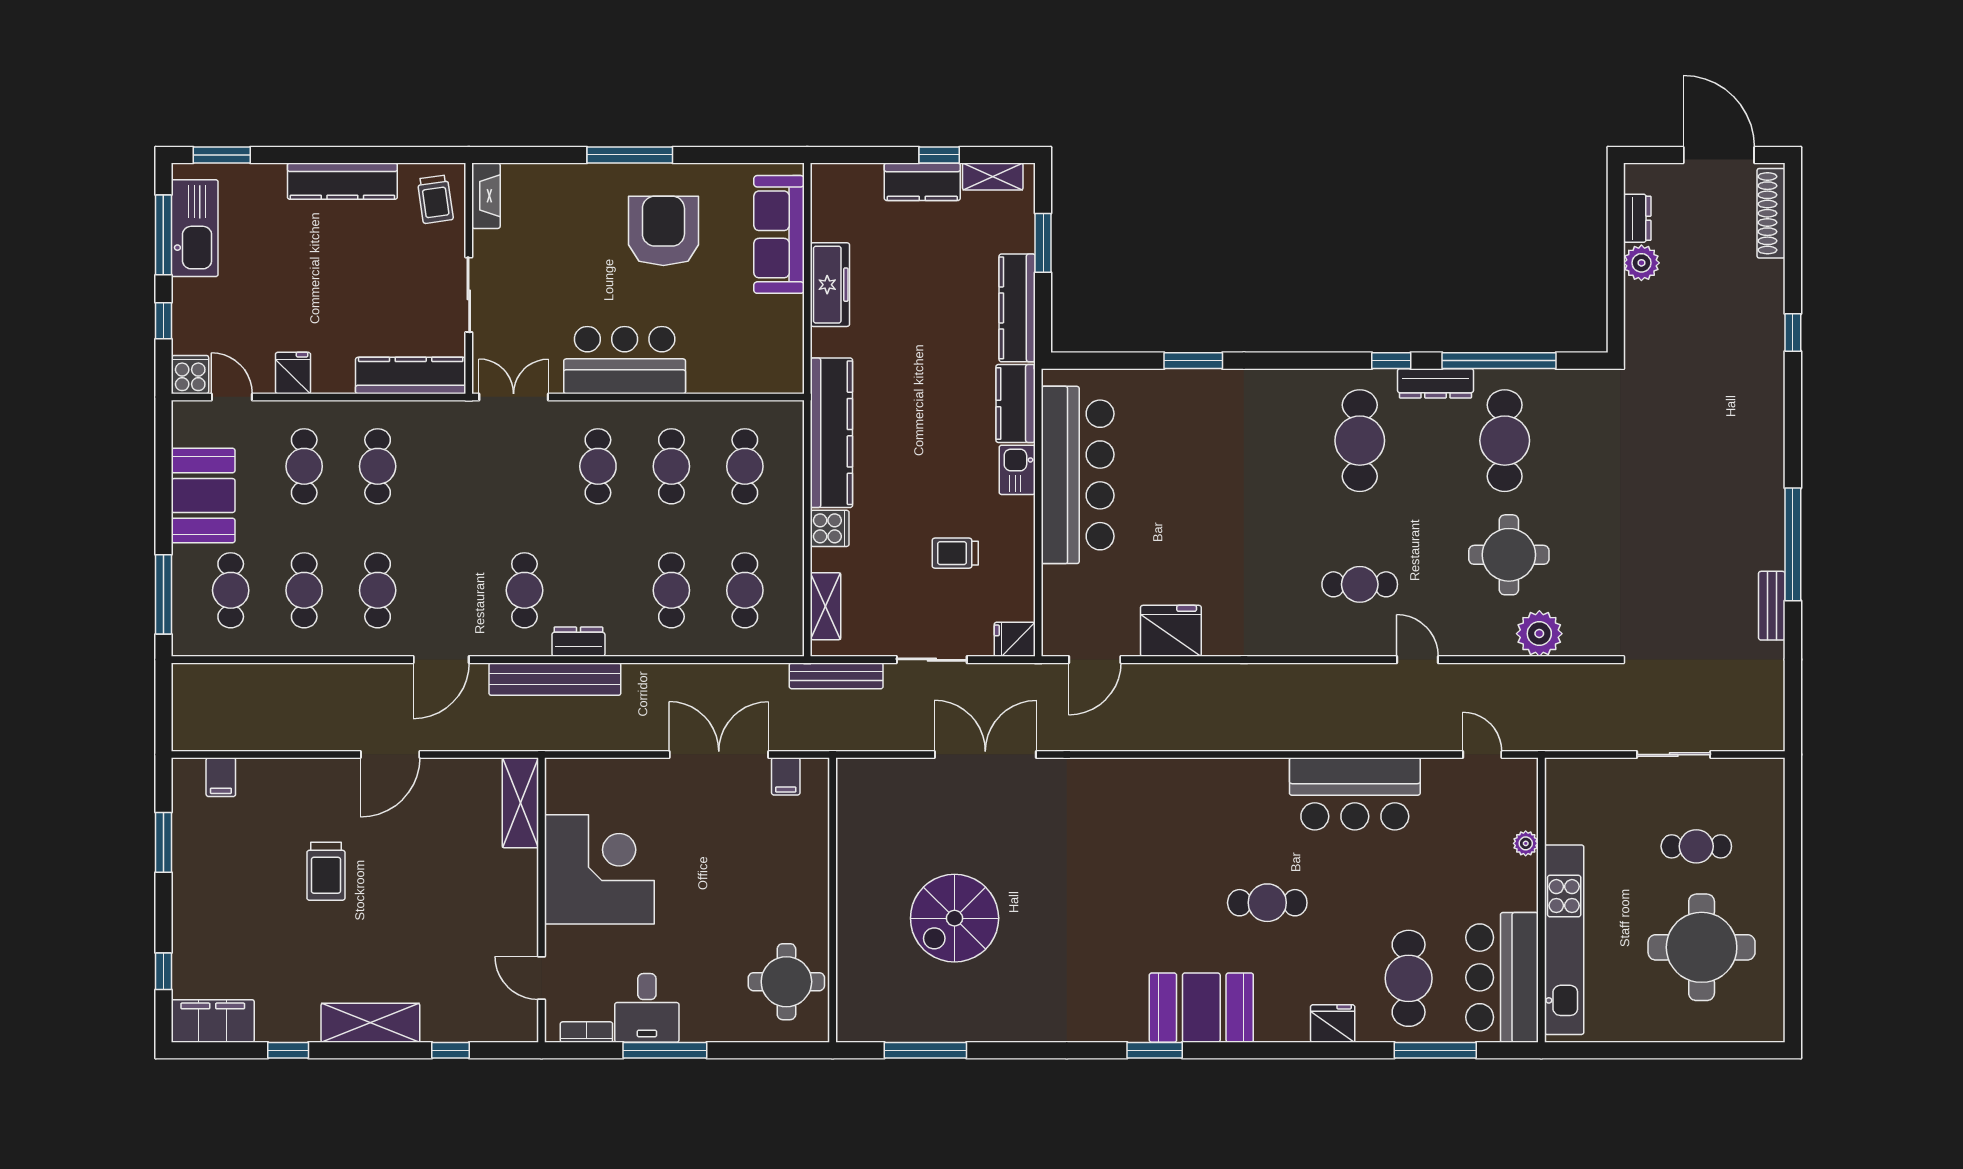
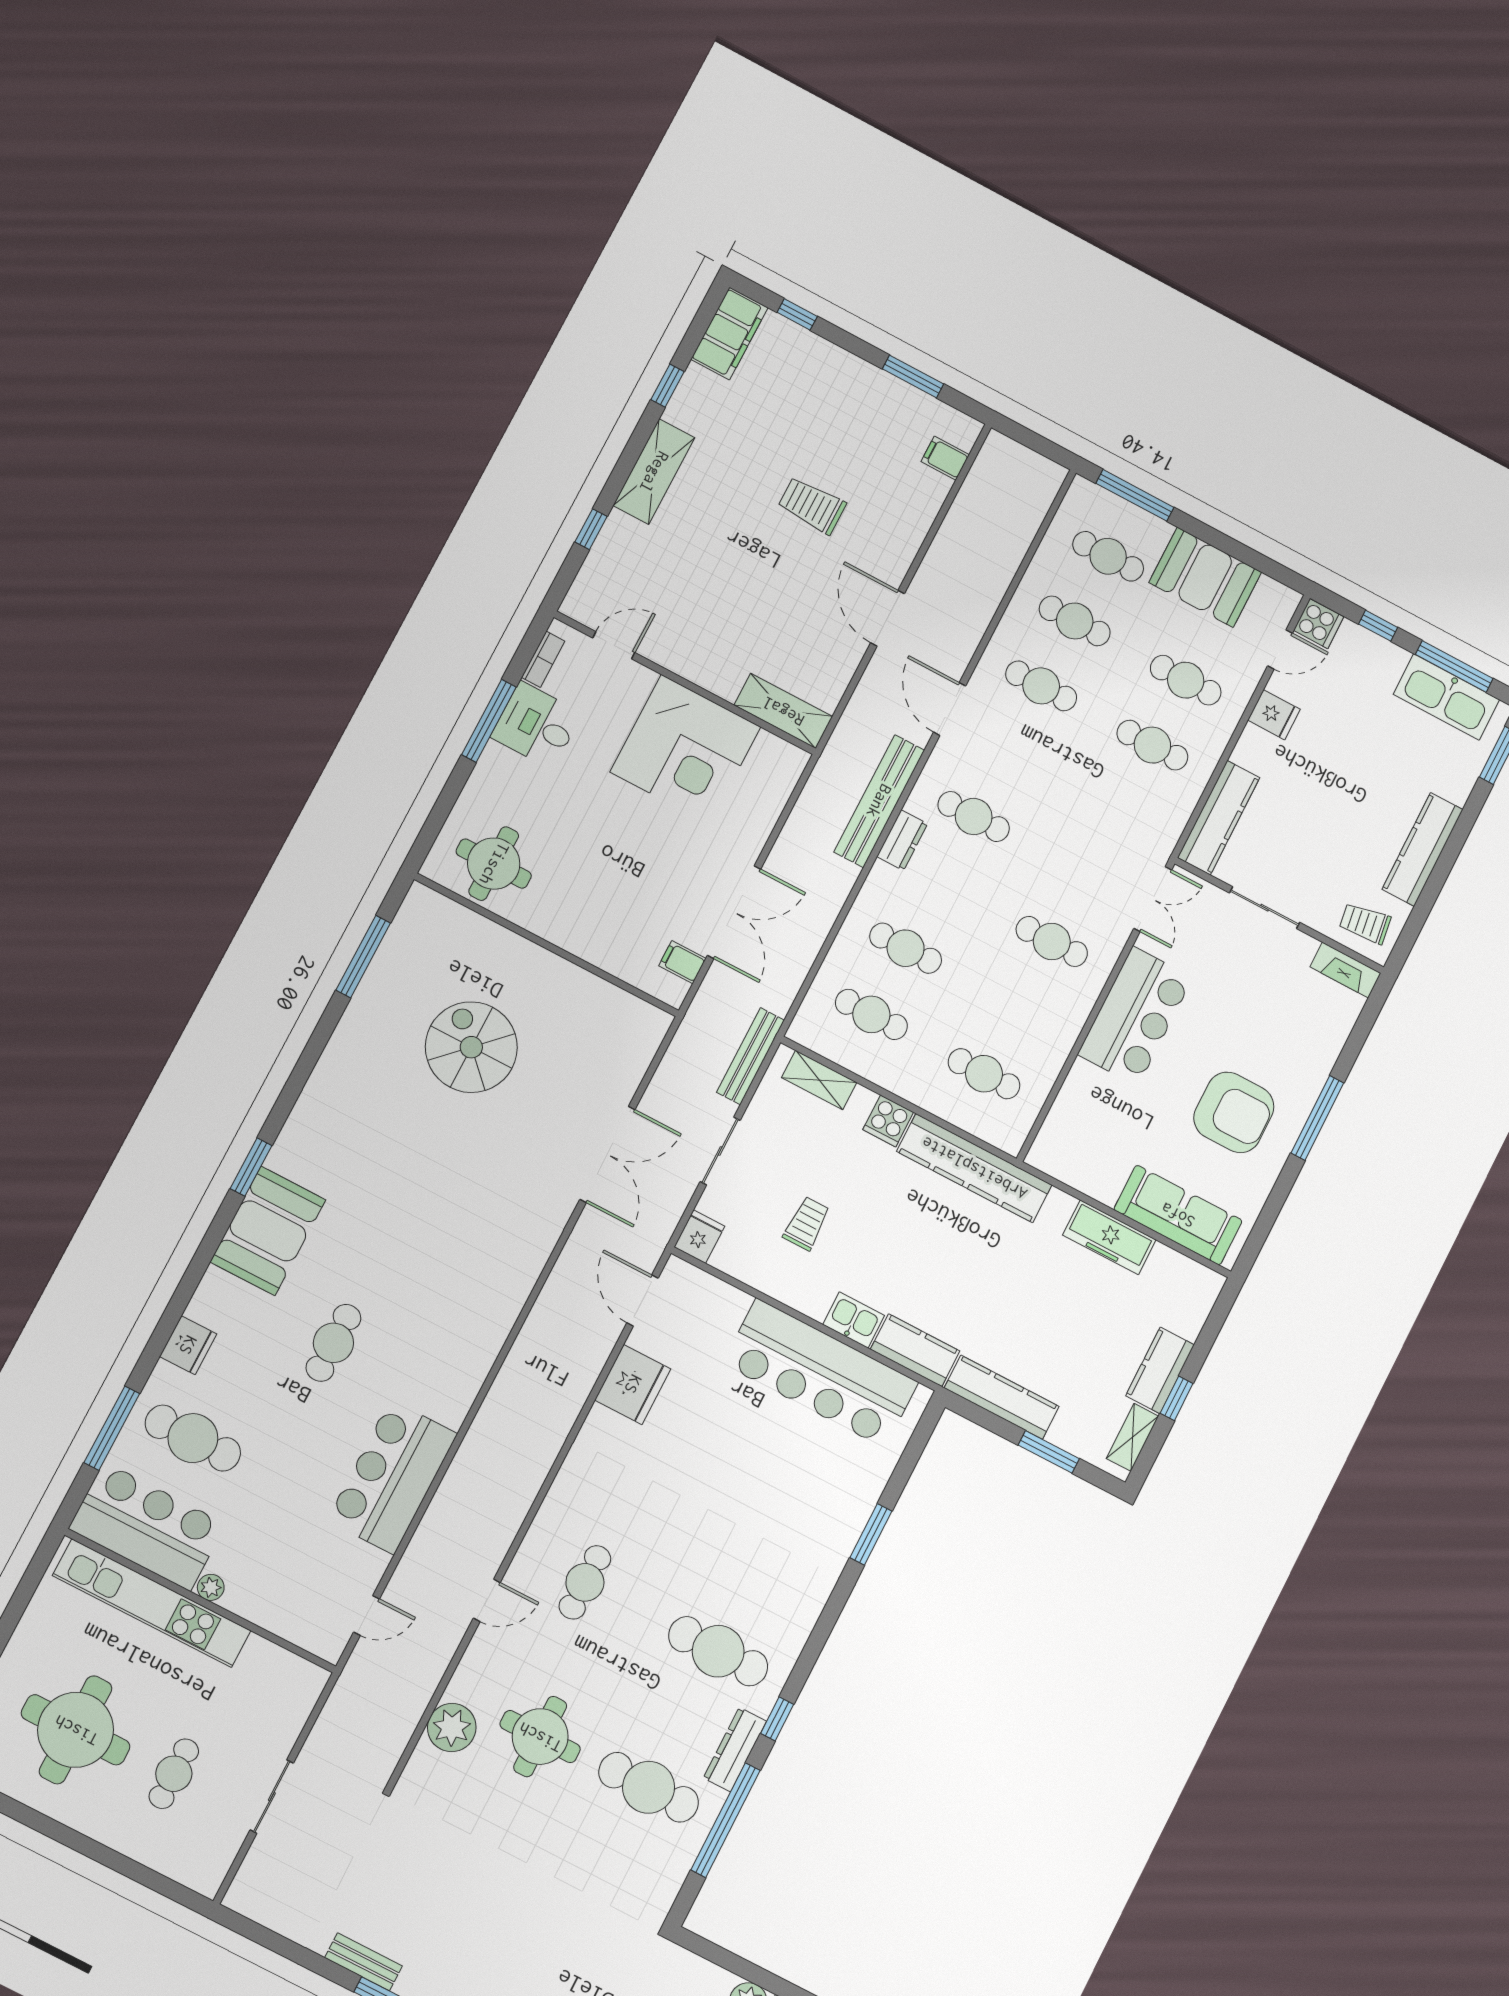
cafe table: (671, 466) -> (1018, 1007), removed
plant: (1526, 843) -> (211, 1587), moved

